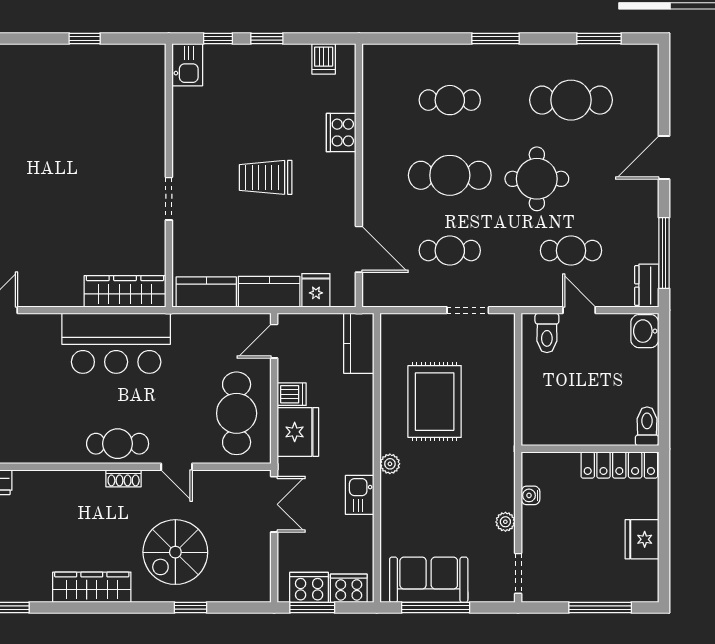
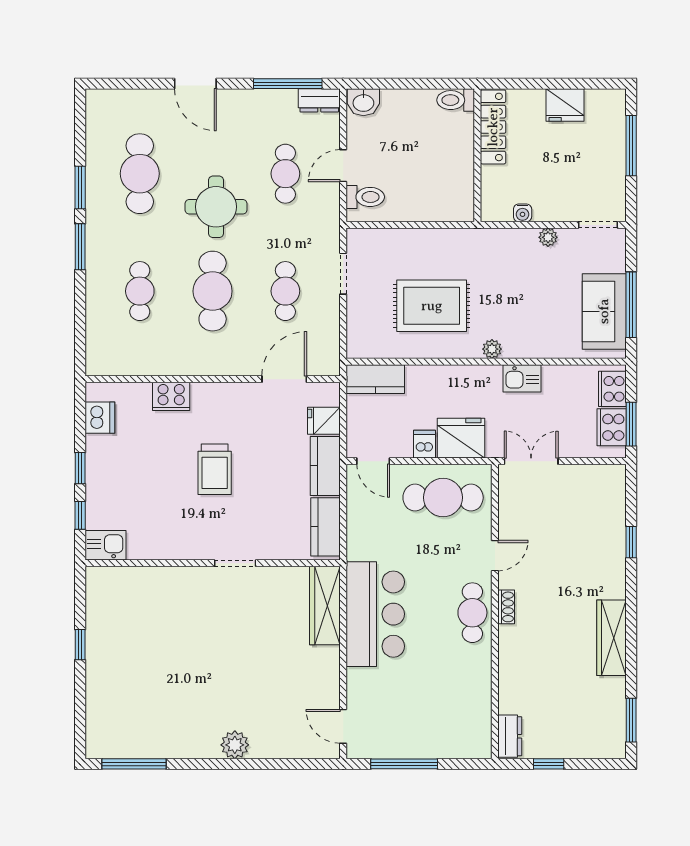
window: (599, 38) -> (80, 188), moved
dishwasher: (324, 59) -> (100, 418), width x1.38
spiral stairs: (175, 552) -> (577, 557), removed

